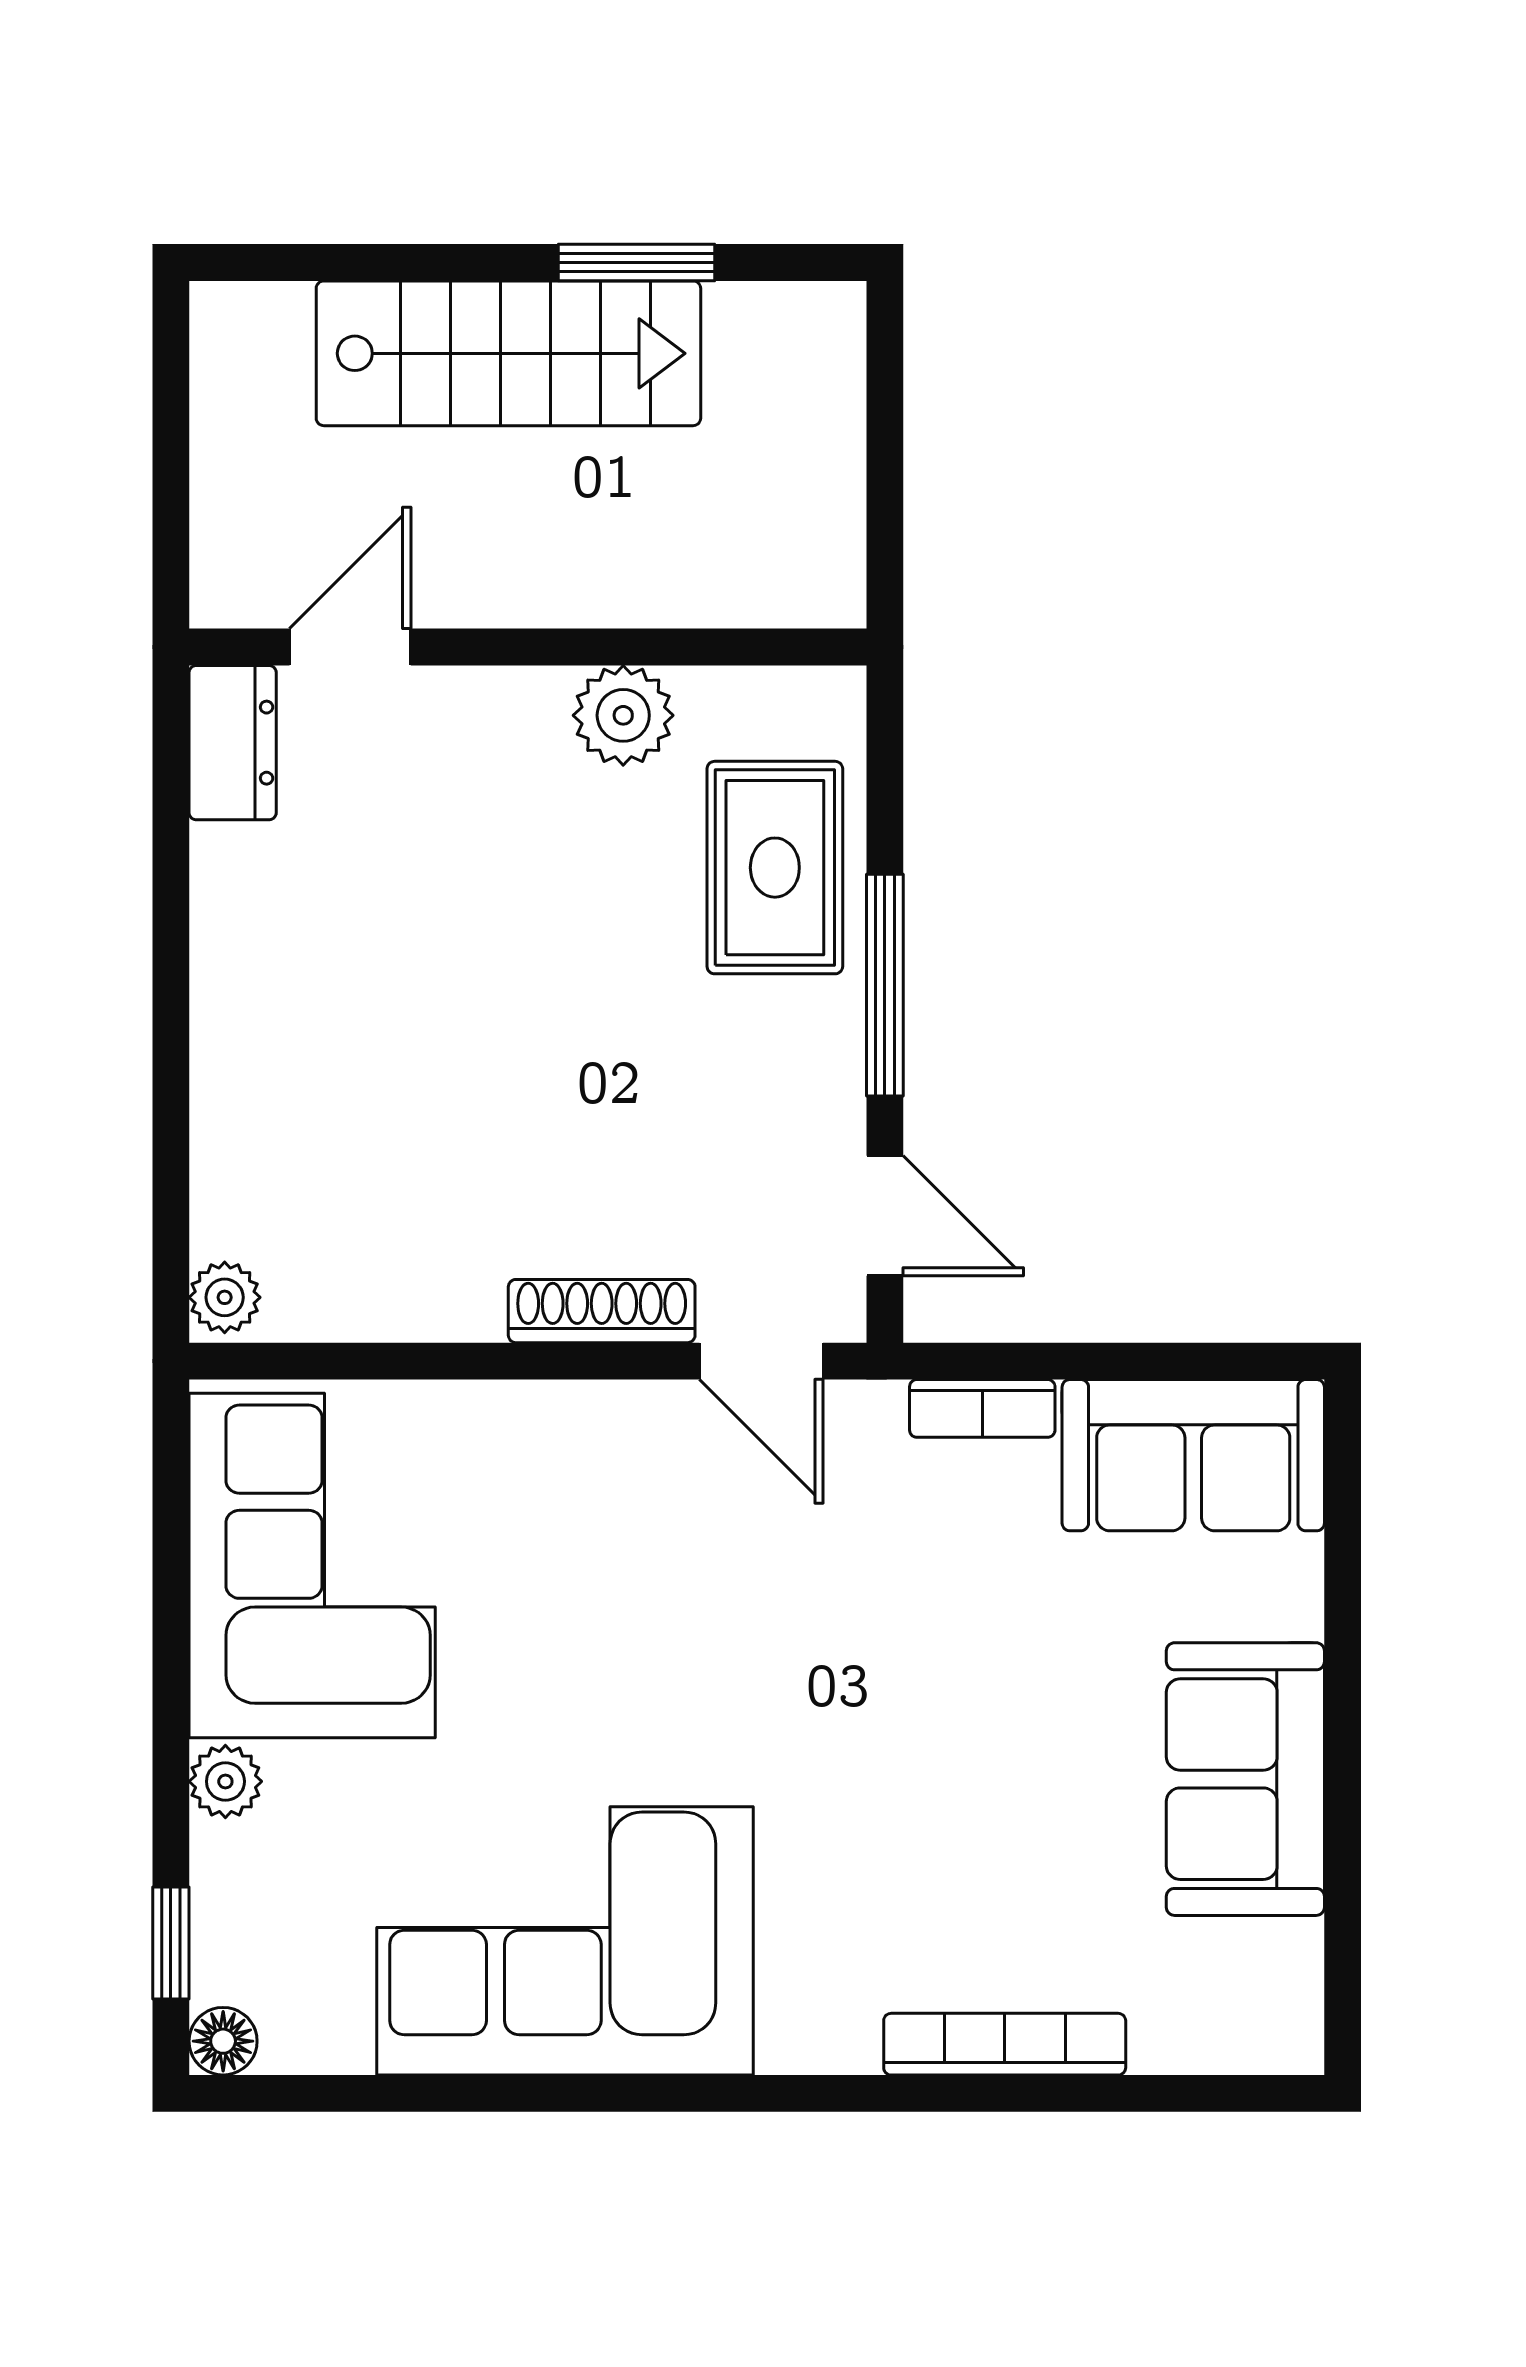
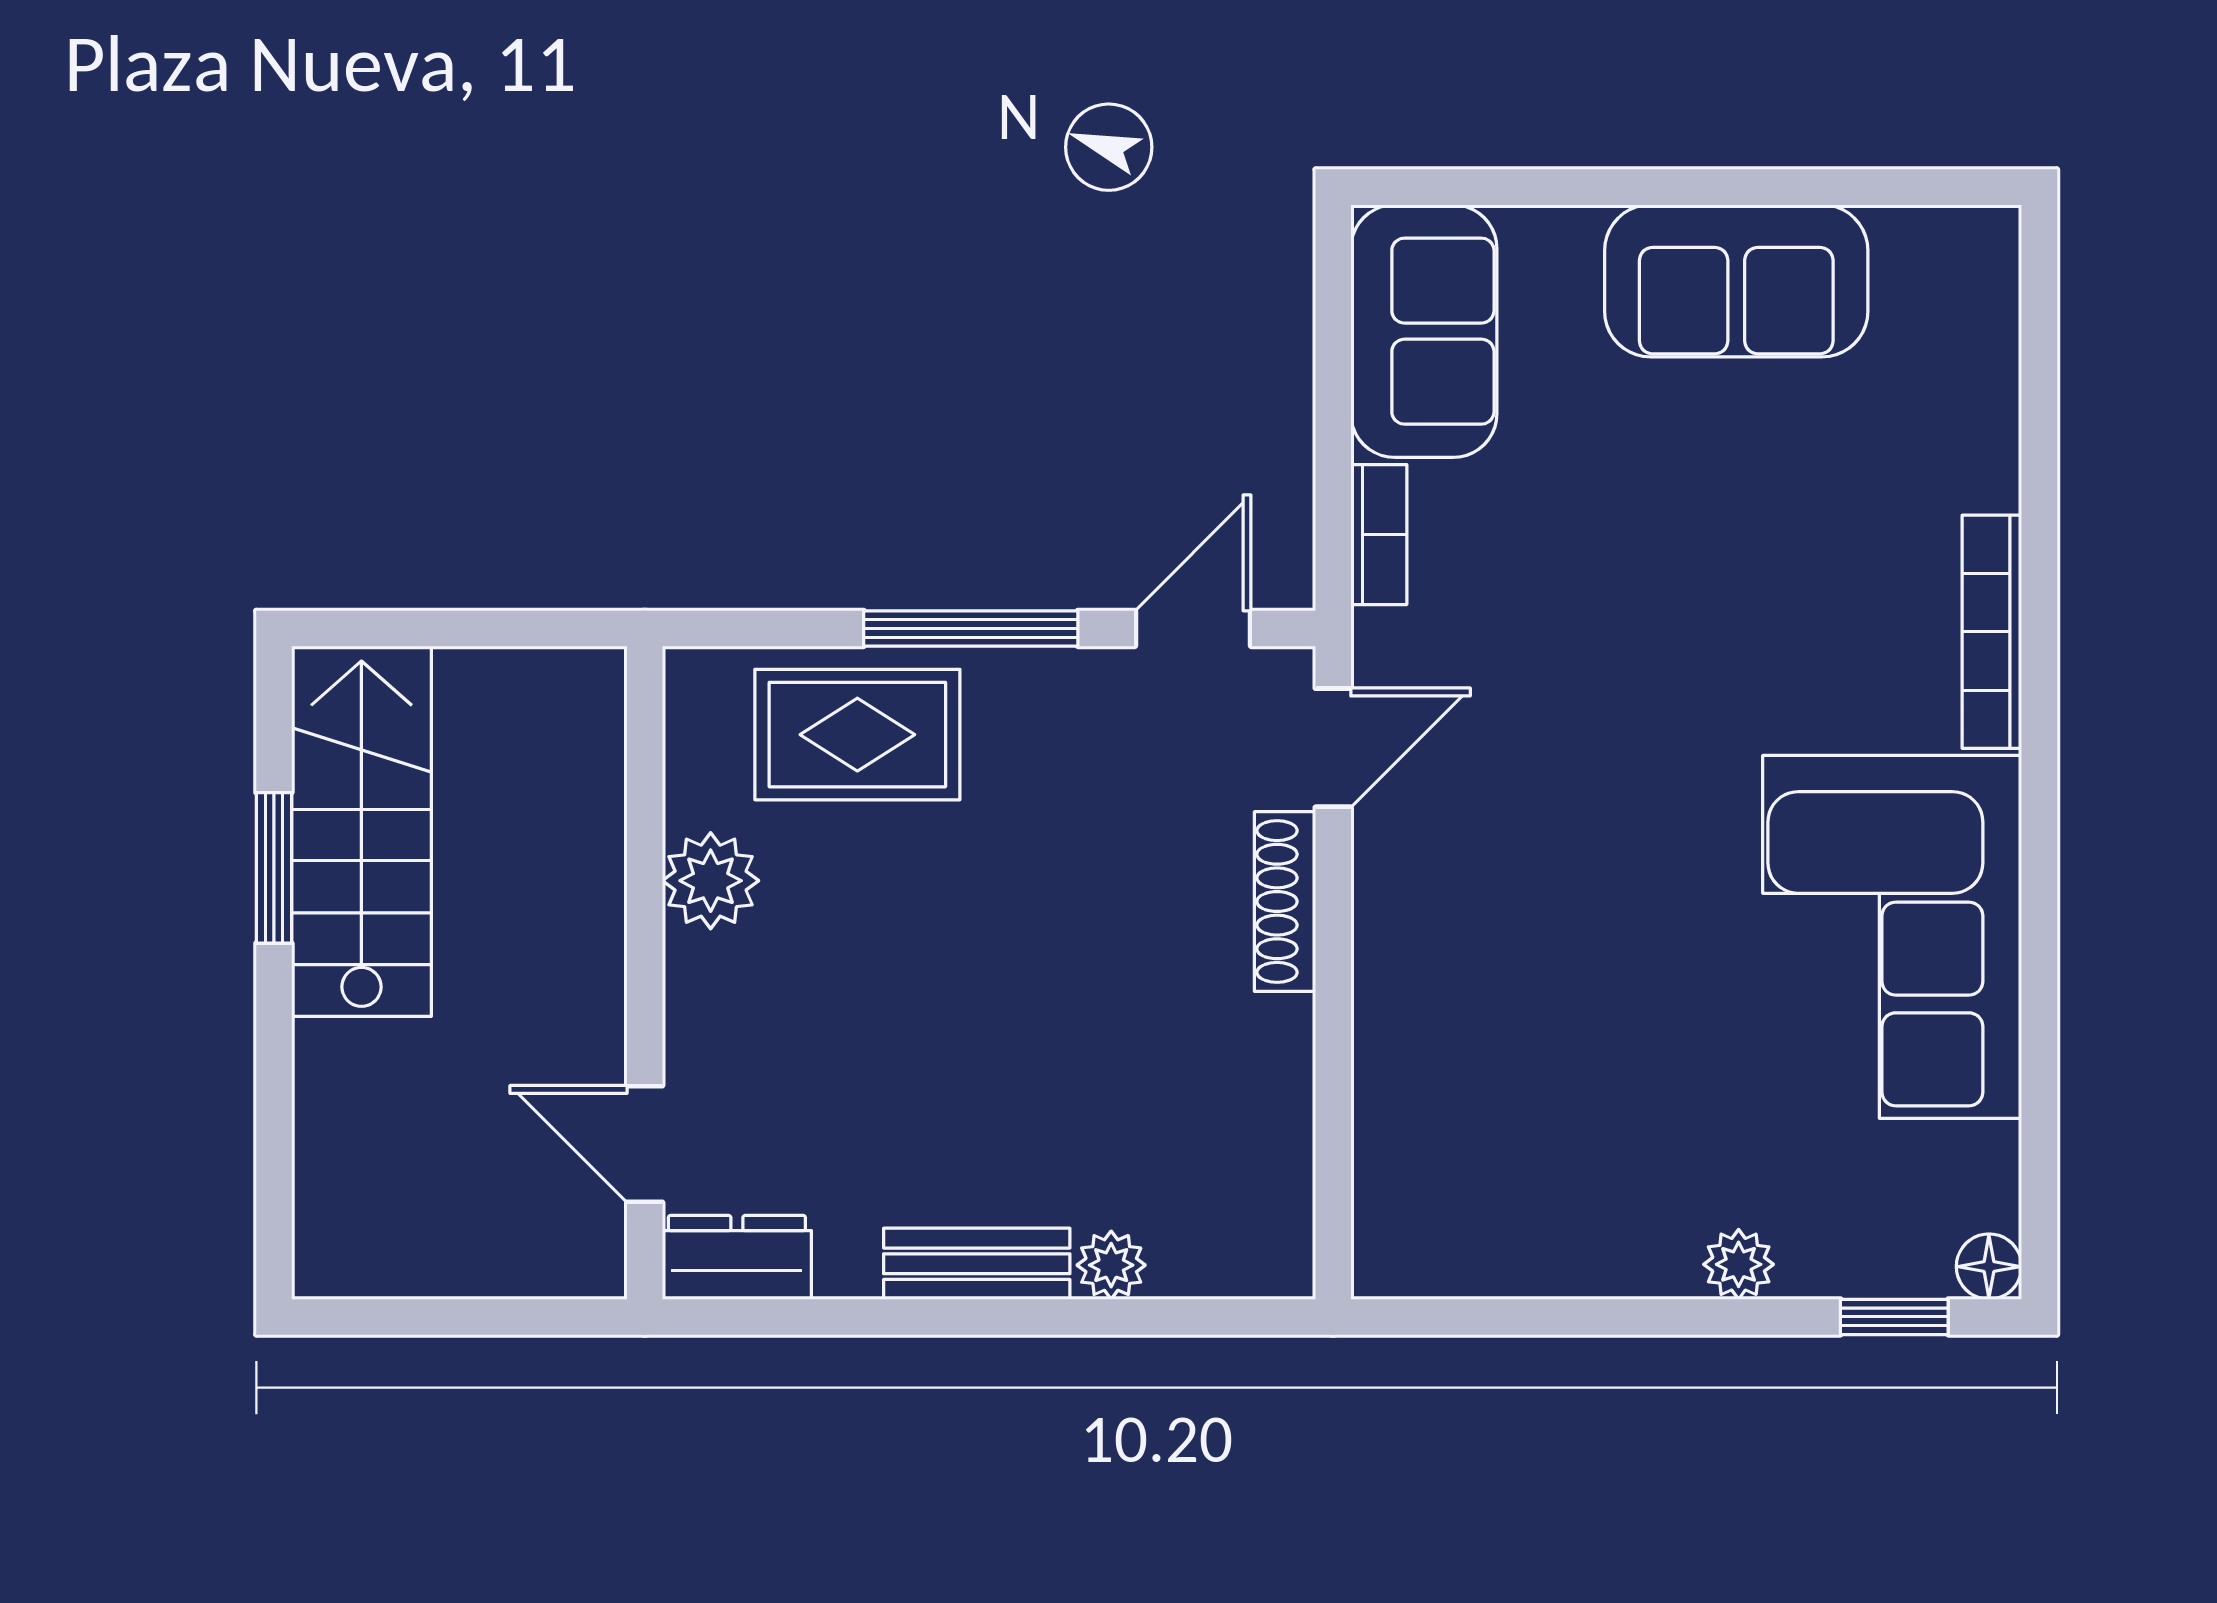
stairs: (508, 353) -> (361, 831), moved
bench: (226, 991) -> (977, 1264), added
plant: (225, 1297) -> (1111, 1265), moved
corner sofa: (312, 1565) -> (1530, 1181), removed
bookcase: (1005, 2044) -> (1992, 632), moved

